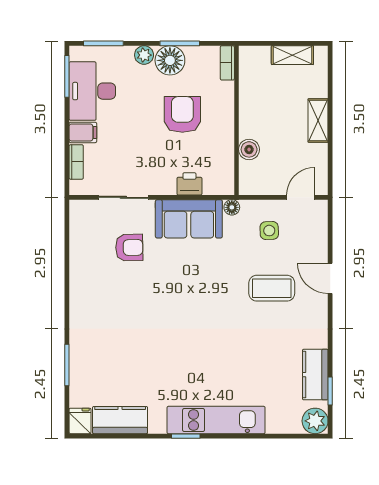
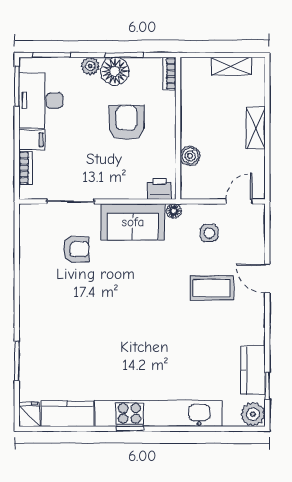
printer: (189, 184) -> (159, 189), moved
kitchen unit: (216, 420) -> (159, 413), width x1.36

